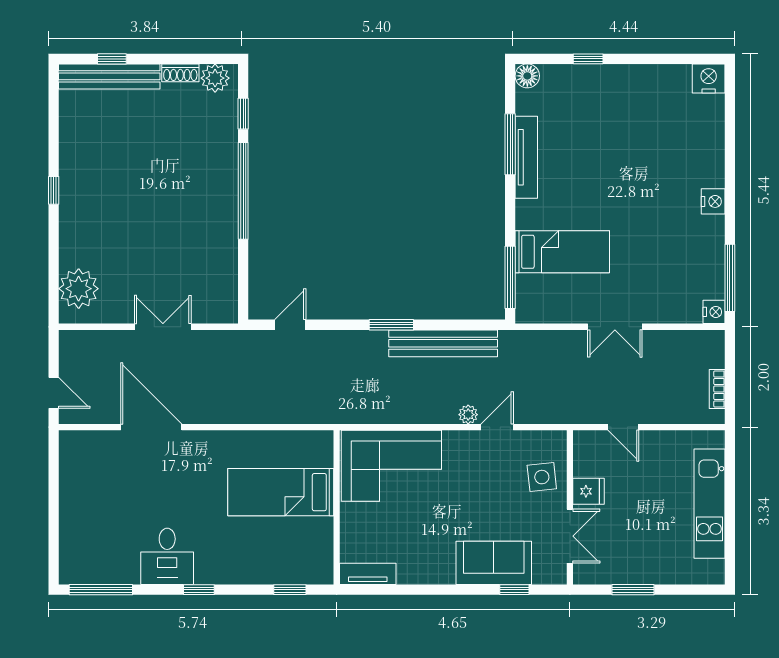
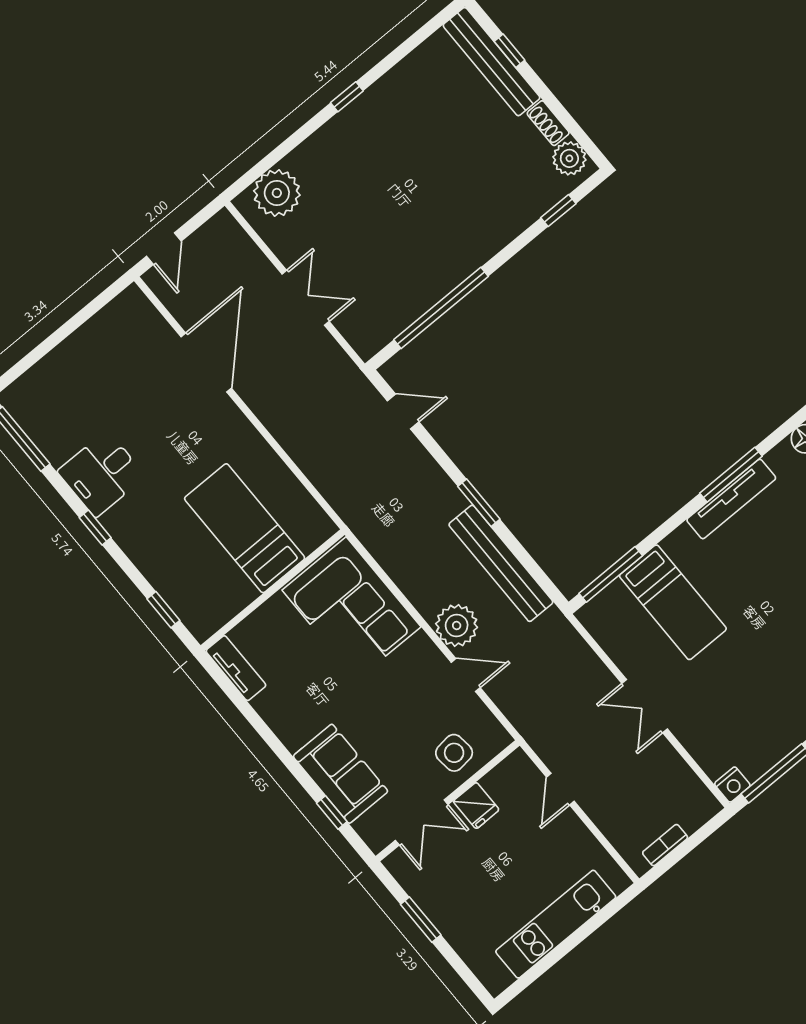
window: (243, 191) -> (441, 308), moved
plant: (468, 415) -> (457, 625), width x1.88, depth x1.88

